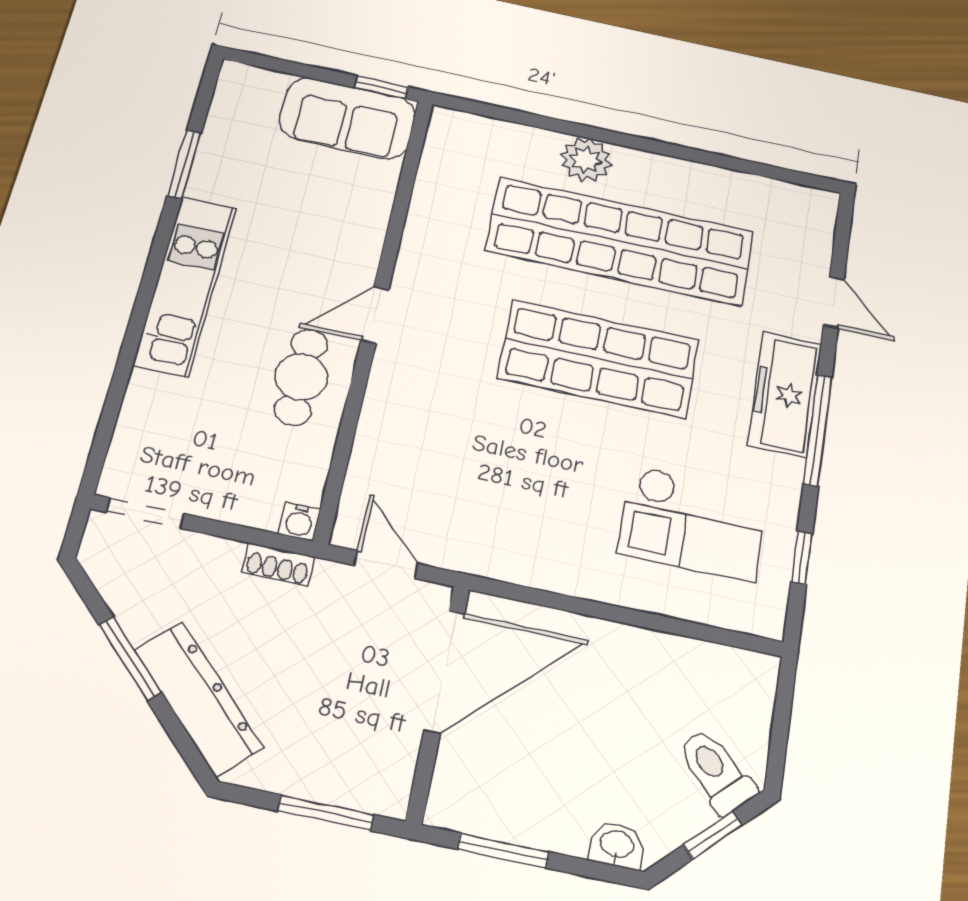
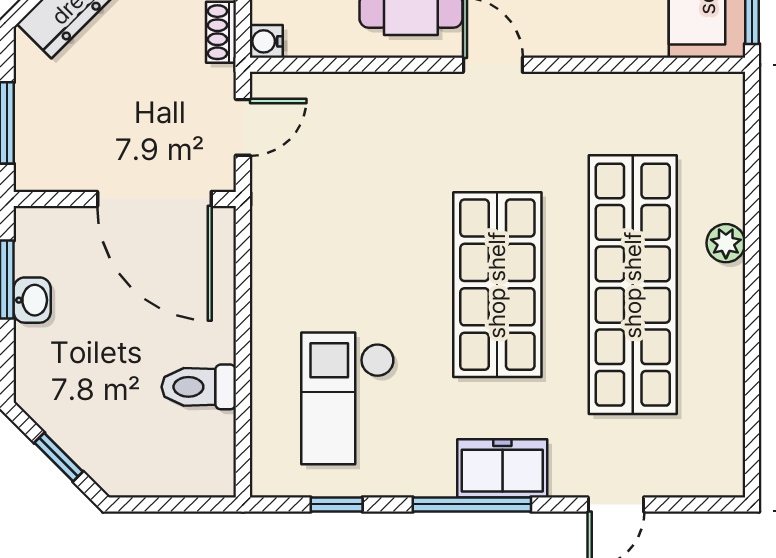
plant: (586, 160) -> (726, 243), width x0.73, depth x0.73
freezer: (785, 395) -> (502, 468), width x0.71
toilet: (716, 771) -> (199, 387), moved, turned -135
washbasin: (617, 845) -> (32, 300), moved

